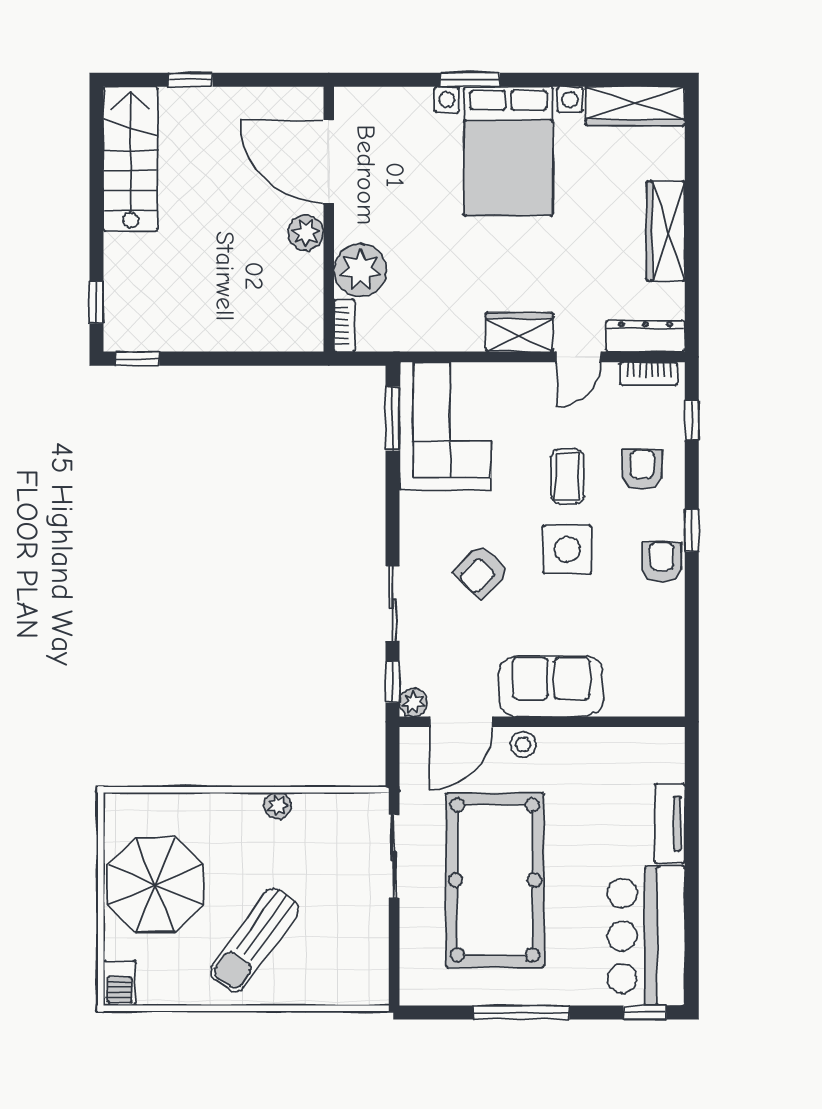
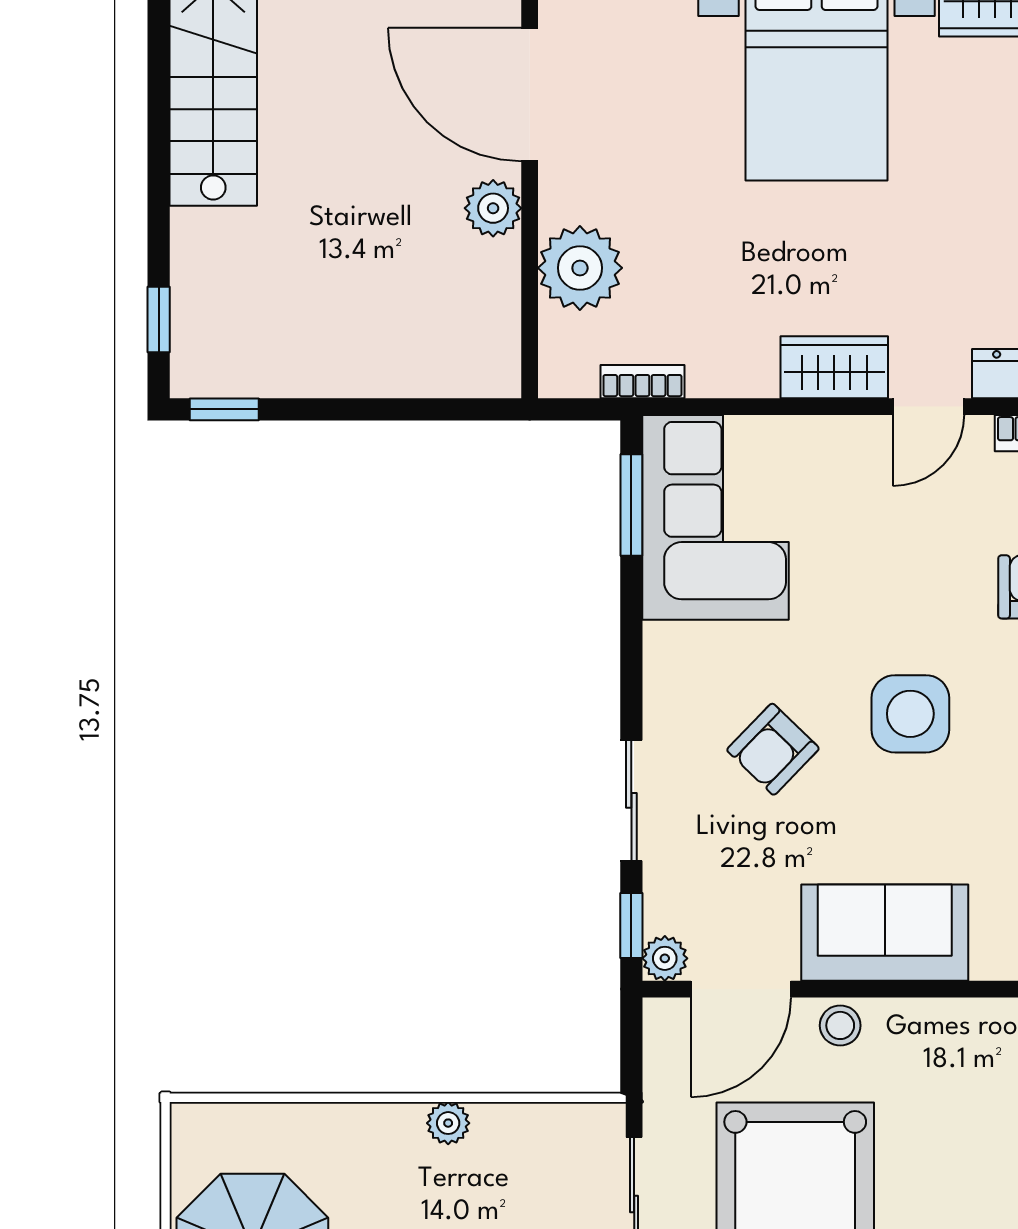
bookcase: (344, 325) -> (642, 382), moved, turned -90
coffee table: (567, 477) -> (911, 598), removed

